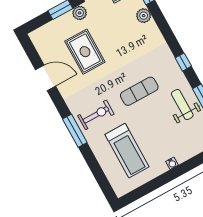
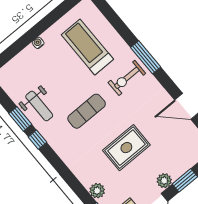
rug: (85, 52) -> (126, 148), moved, turned 90
window: (183, 62) -> (37, 140), moved

